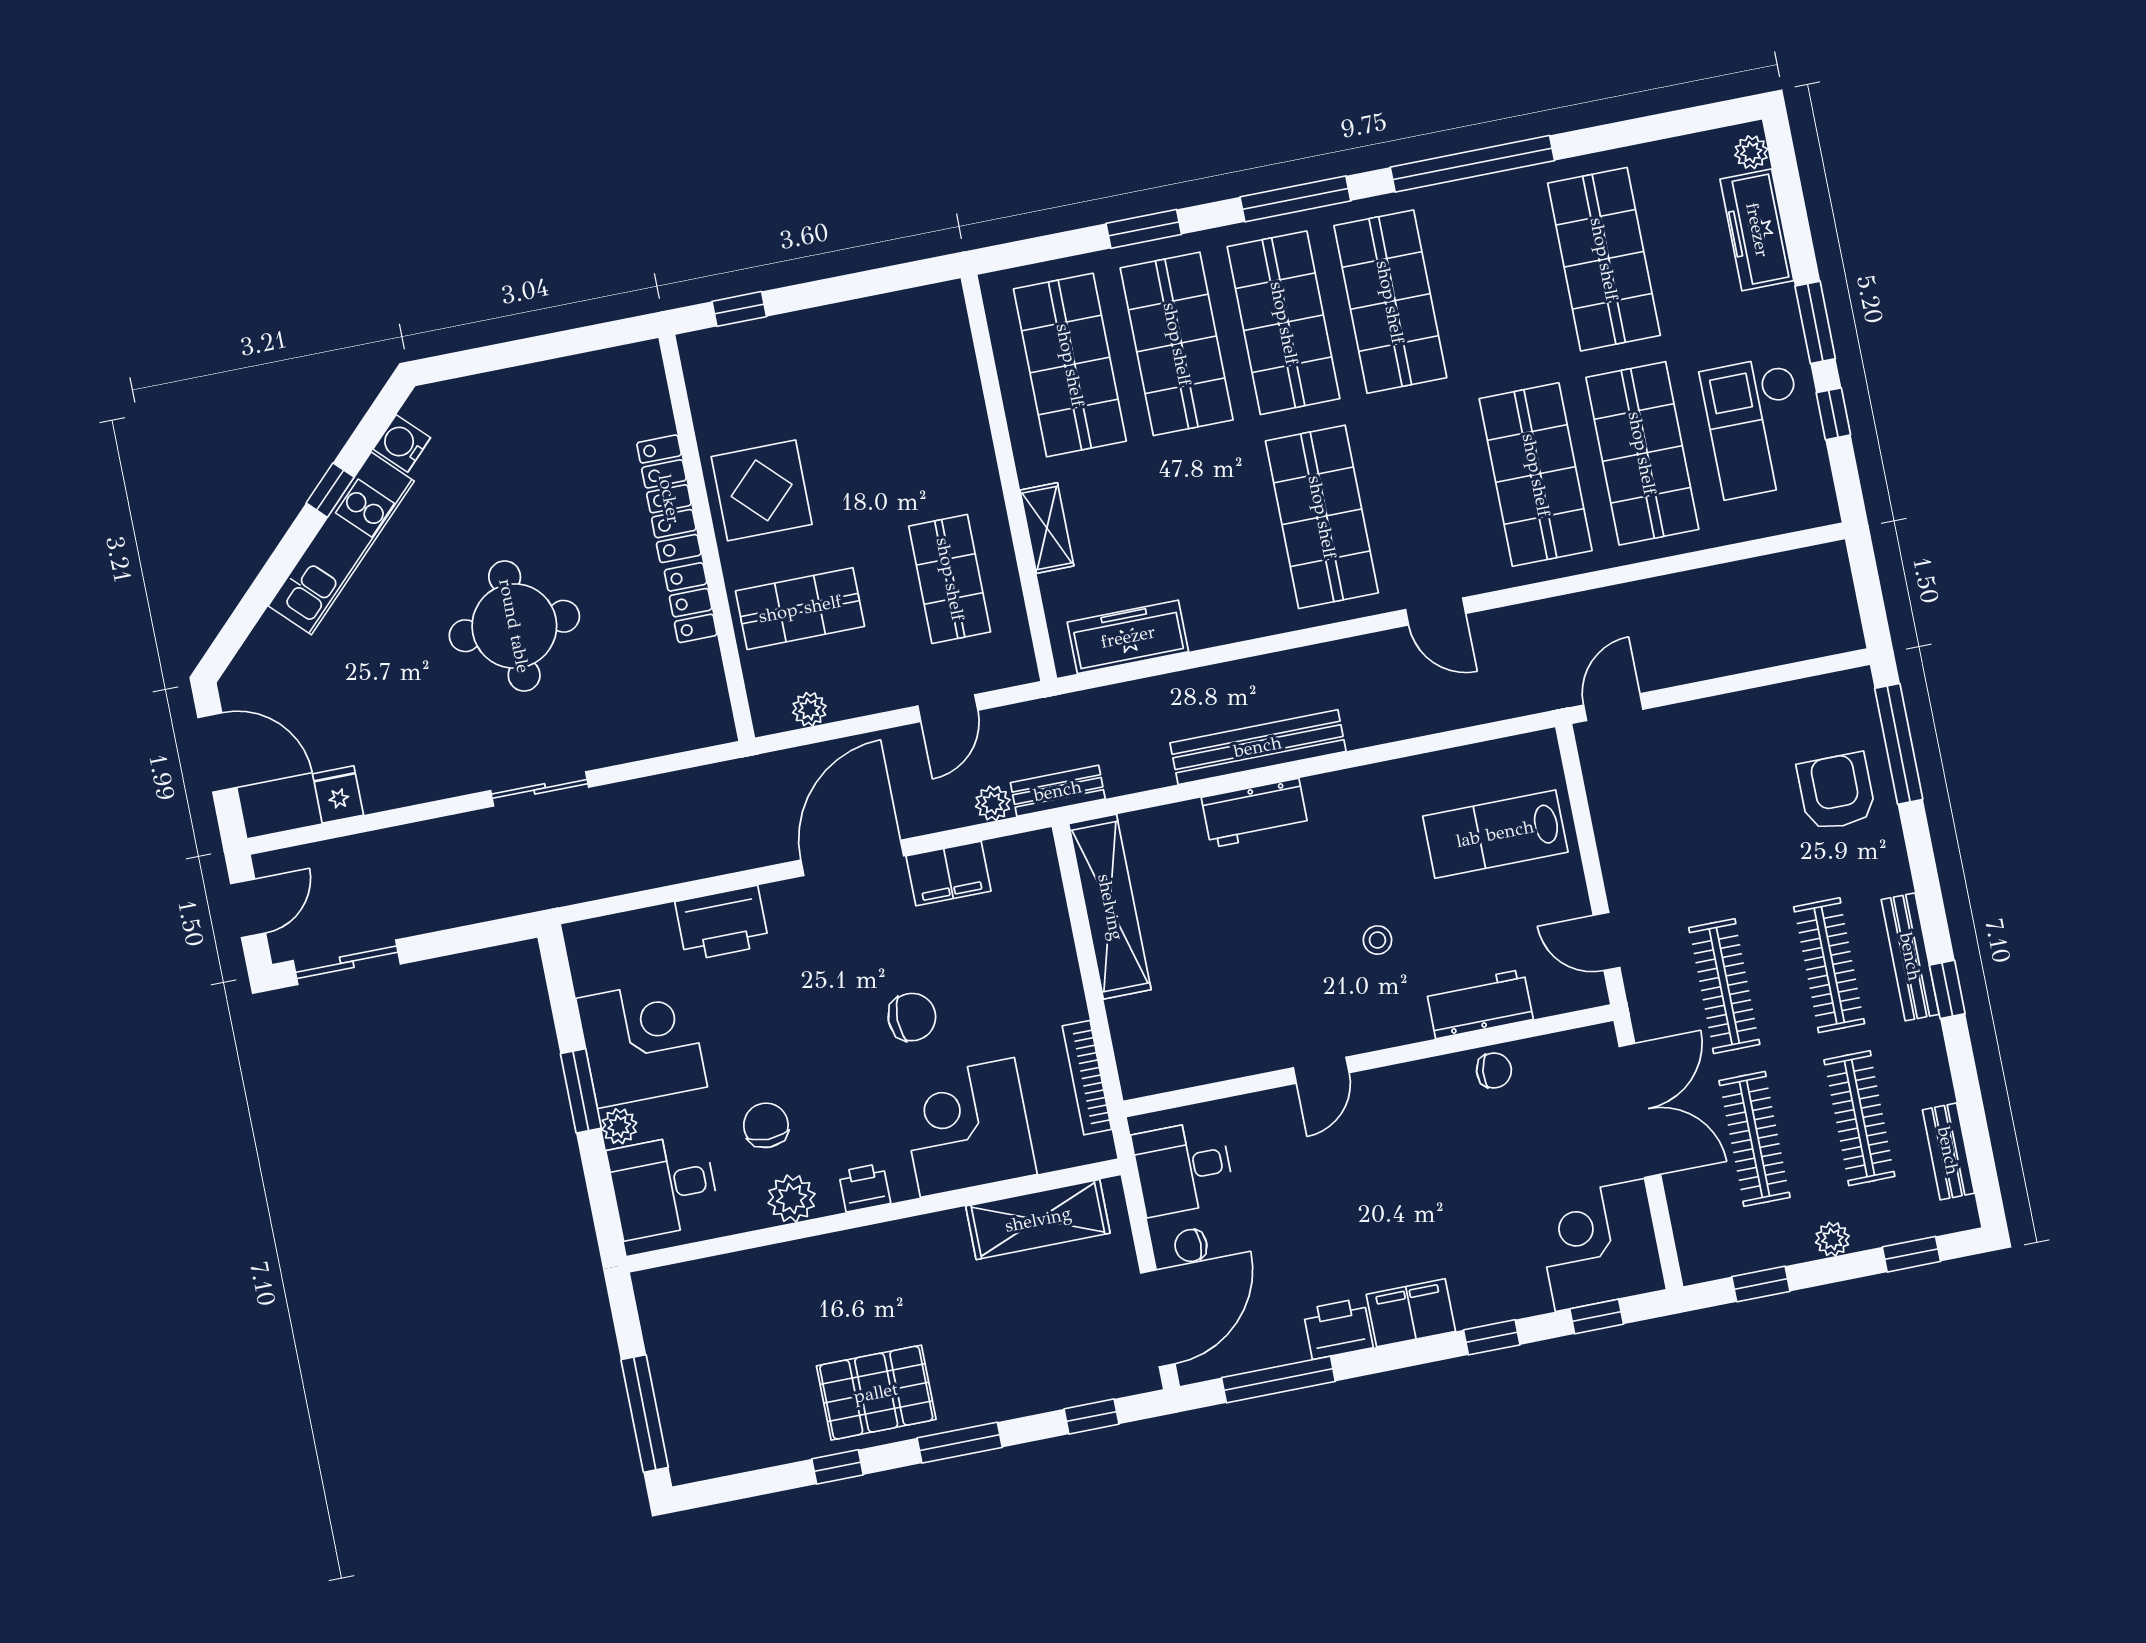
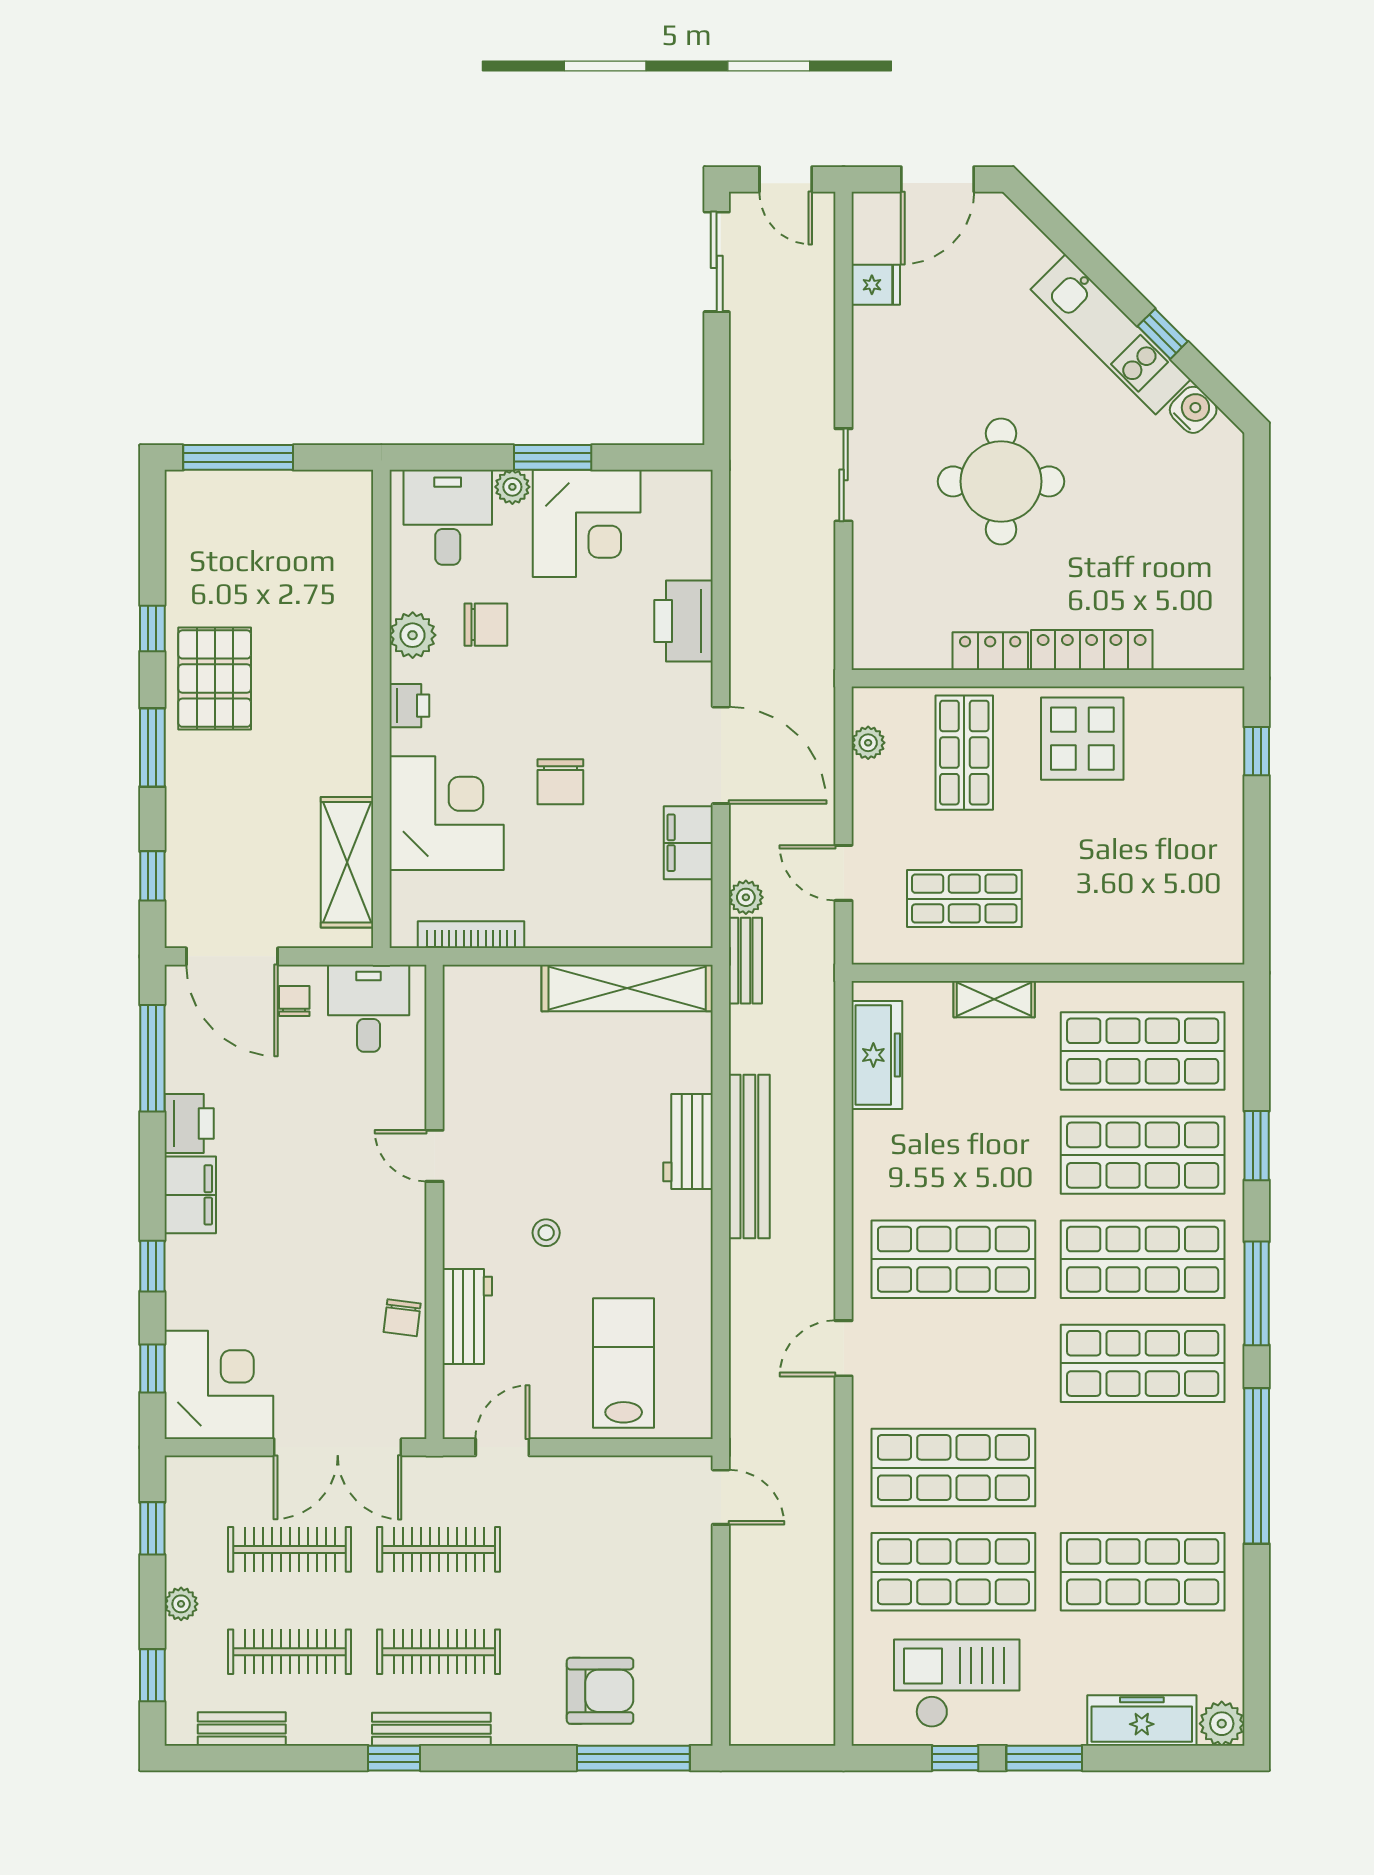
plant: (1751, 152) -> (1222, 1724), width x1.38, depth x1.38

